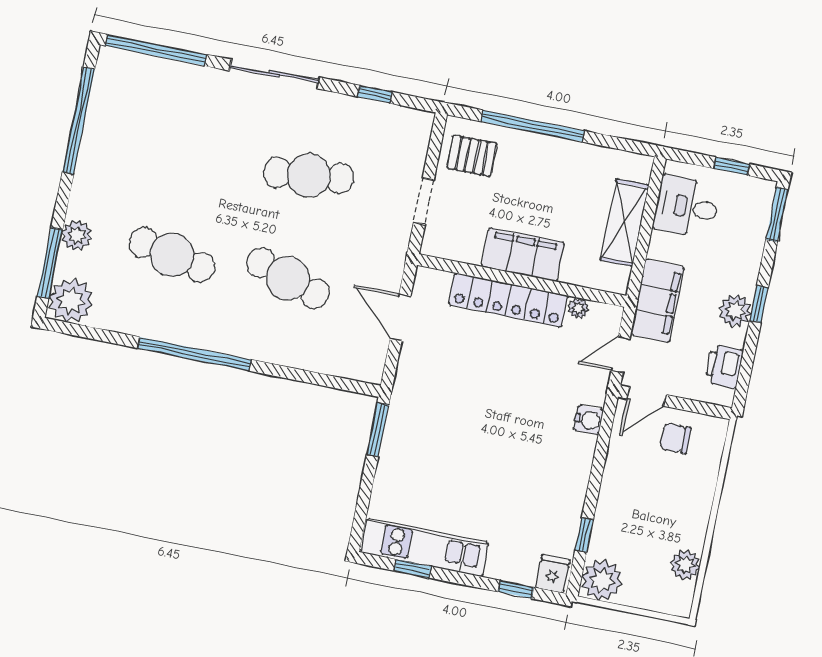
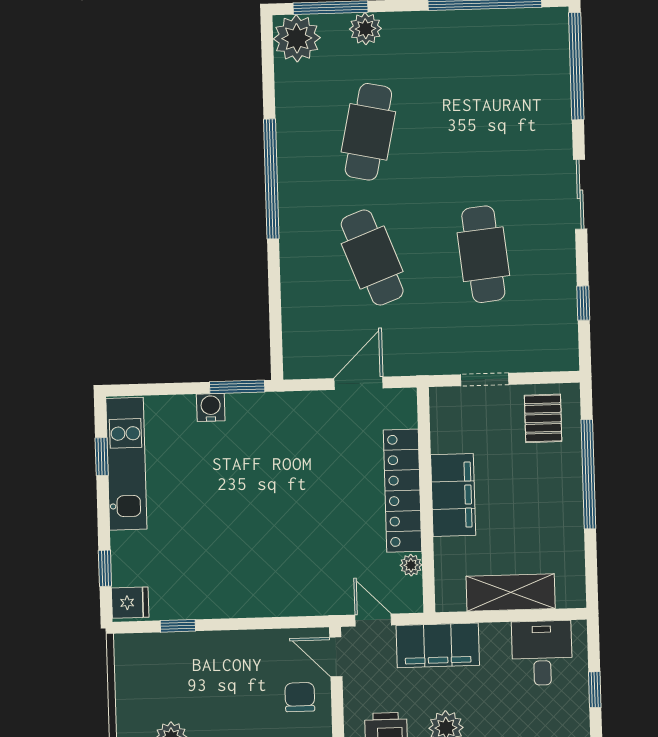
sliding door: (274, 74) -> (580, 194), width x0.73
cafe table: (288, 278) -> (372, 258), turned -39
water cooler: (588, 420) -> (211, 407), moved, turned 180
plant: (602, 580) -> (135, 655), removed

